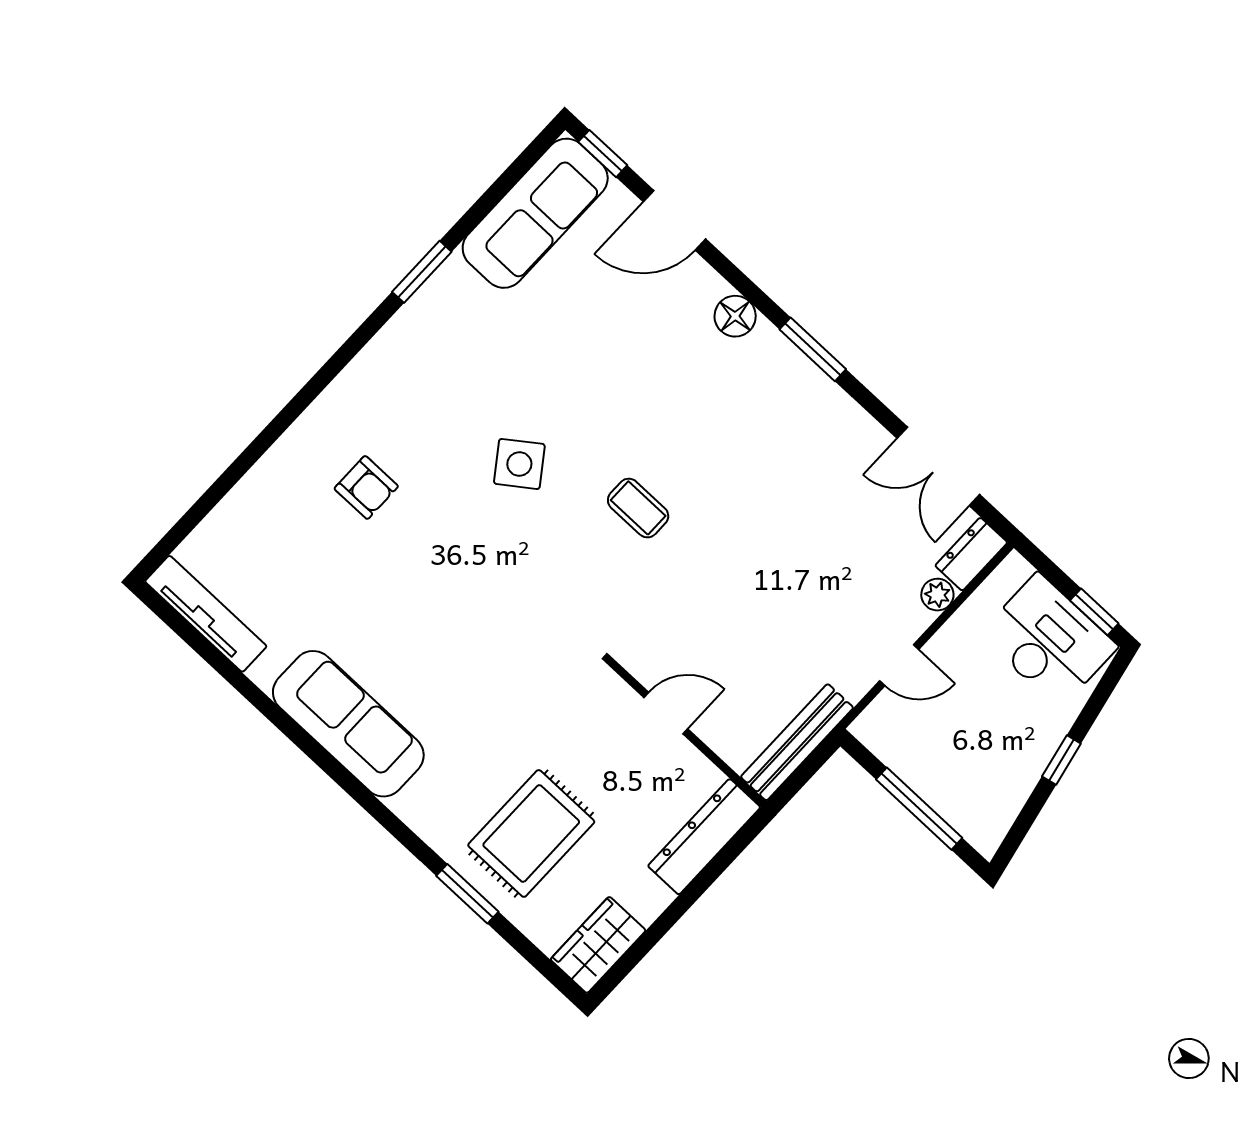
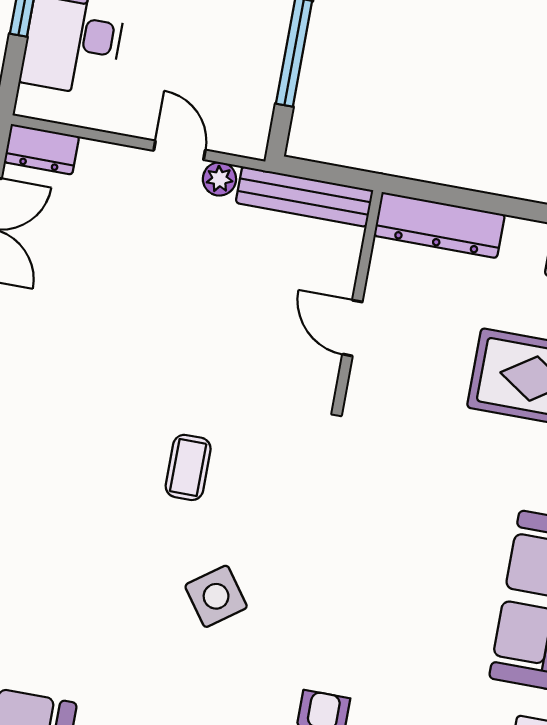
plant: (937, 595) -> (219, 179), moved

